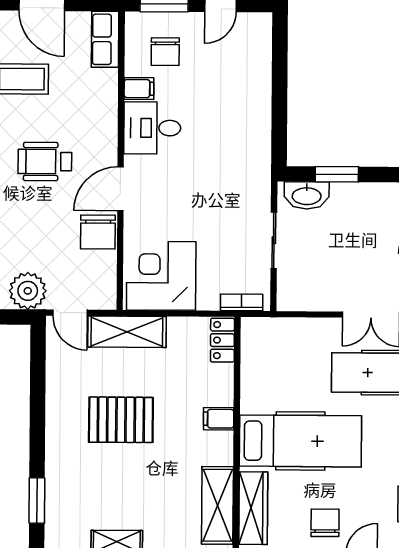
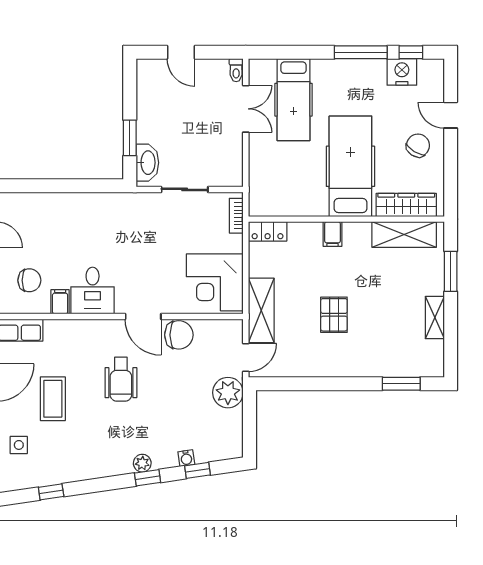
pallet: (121, 420) -> (334, 315), width x0.67, depth x0.71
chair: (325, 523) -> (418, 145), turned 122

